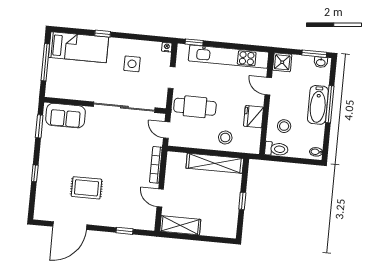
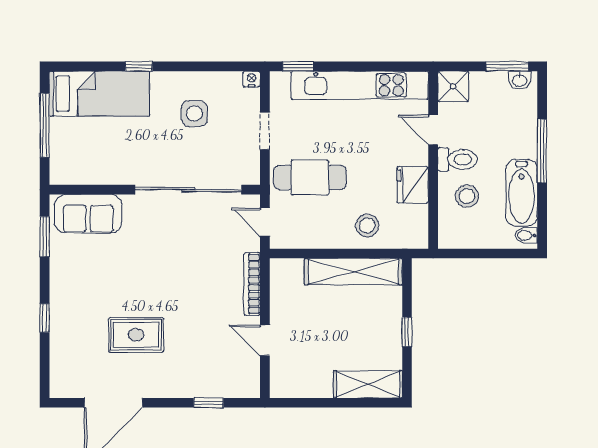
bathtub: (318, 105) -> (522, 193), moved
toilet: (276, 149) -> (457, 159), moved
shelving: (180, 225) -> (368, 384), moved

